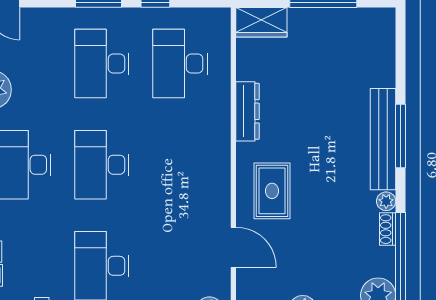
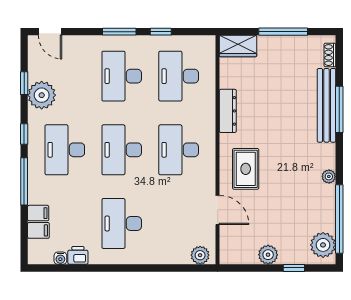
window: (400, 136) -> (339, 109), moved
bench: (383, 139) -> (327, 105), moved
desk: (180, 165) -> (179, 150), added
shoe rack: (388, 229) -> (330, 55), moved

